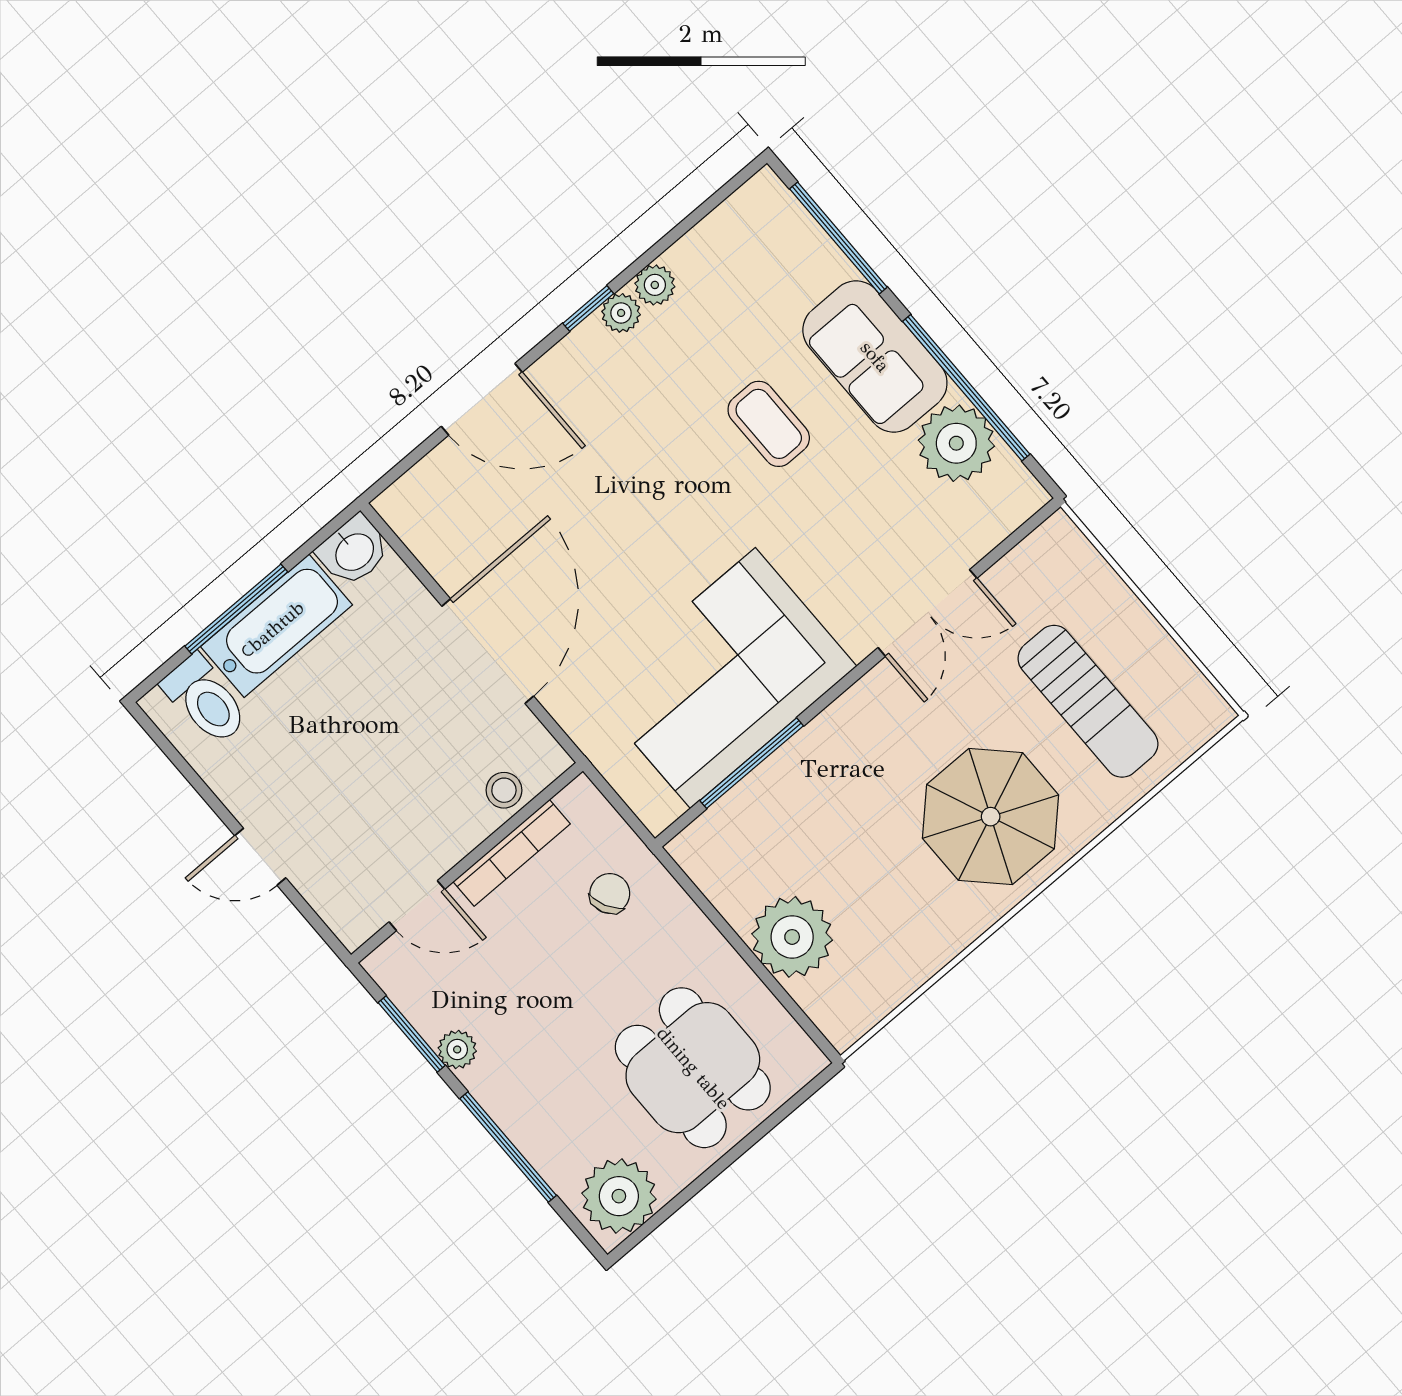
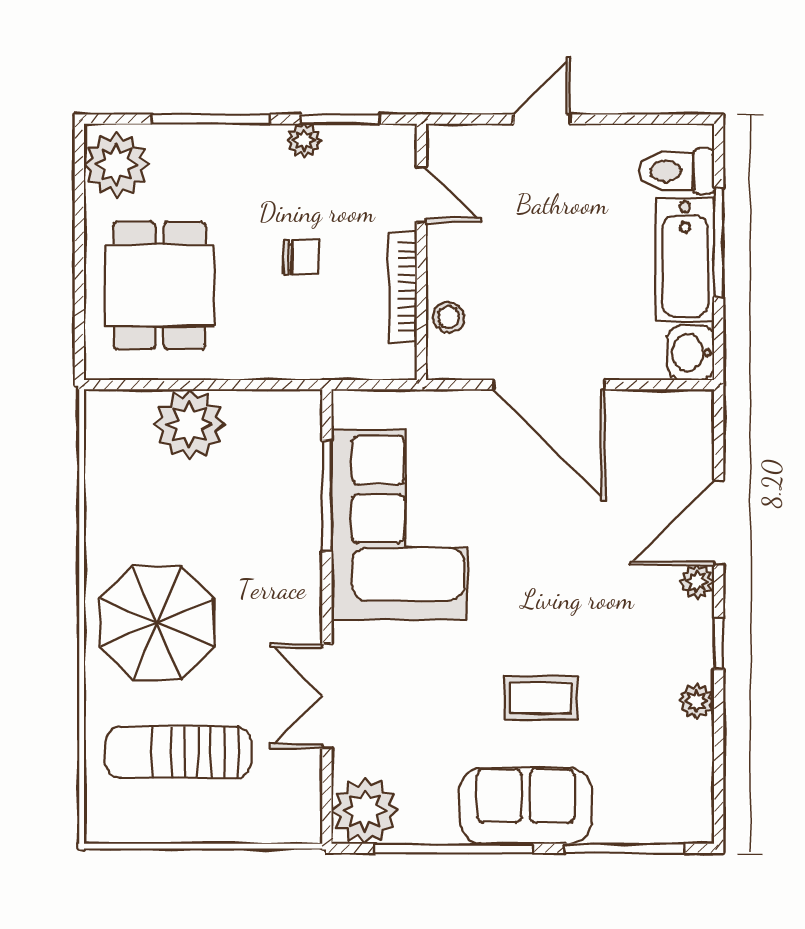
plant: (621, 313) -> (697, 582), moved
plant: (956, 443) -> (365, 811), moved
chair: (610, 894) -> (301, 257), moved, turned -63
door: (417, 906) -> (421, 195), swing flipped
dining table: (693, 1068) -> (159, 285), turned 90

